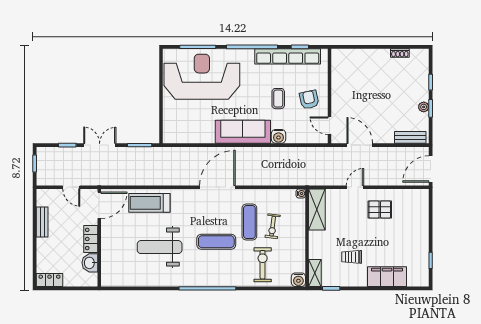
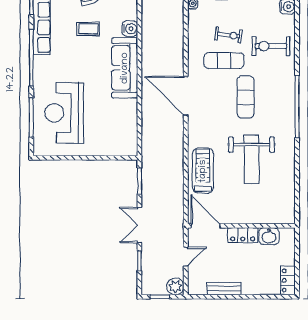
reception desk: (202, 77) -> (64, 113), width x0.74, depth x0.77
plant: (44, 178) -> (175, 286), added
treadmill: (149, 203) -> (203, 171), turned 180

